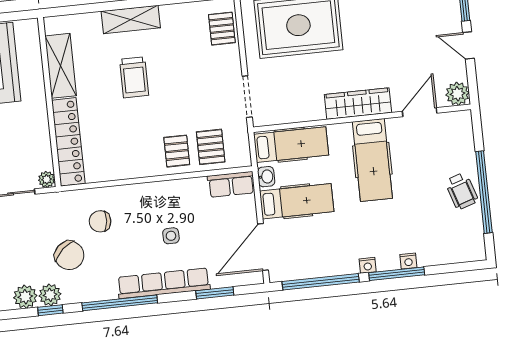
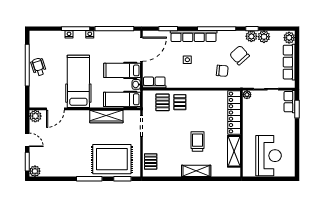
wardrobe: (358, 104) -> (106, 116), moved
hospital bed: (372, 160) -> (78, 81), width x1.37, depth x1.29

